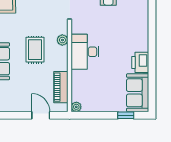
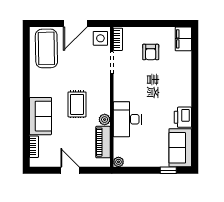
plant: (62, 40) -> (105, 120), moved
desk: (85, 52) -> (127, 119), moved
door: (41, 115) -> (70, 170), moved

